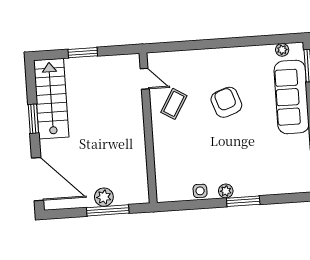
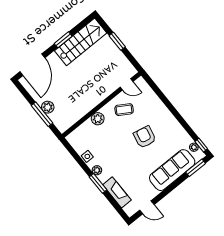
window: (286, 39) -> (201, 145), added
door: (145, 79) -> (127, 84), hinge flipped
armchair: (226, 102) -> (145, 137), turned -59
plant: (162, 145) -> (98, 119), added
fireplace: (271, 185) -> (117, 192), added

